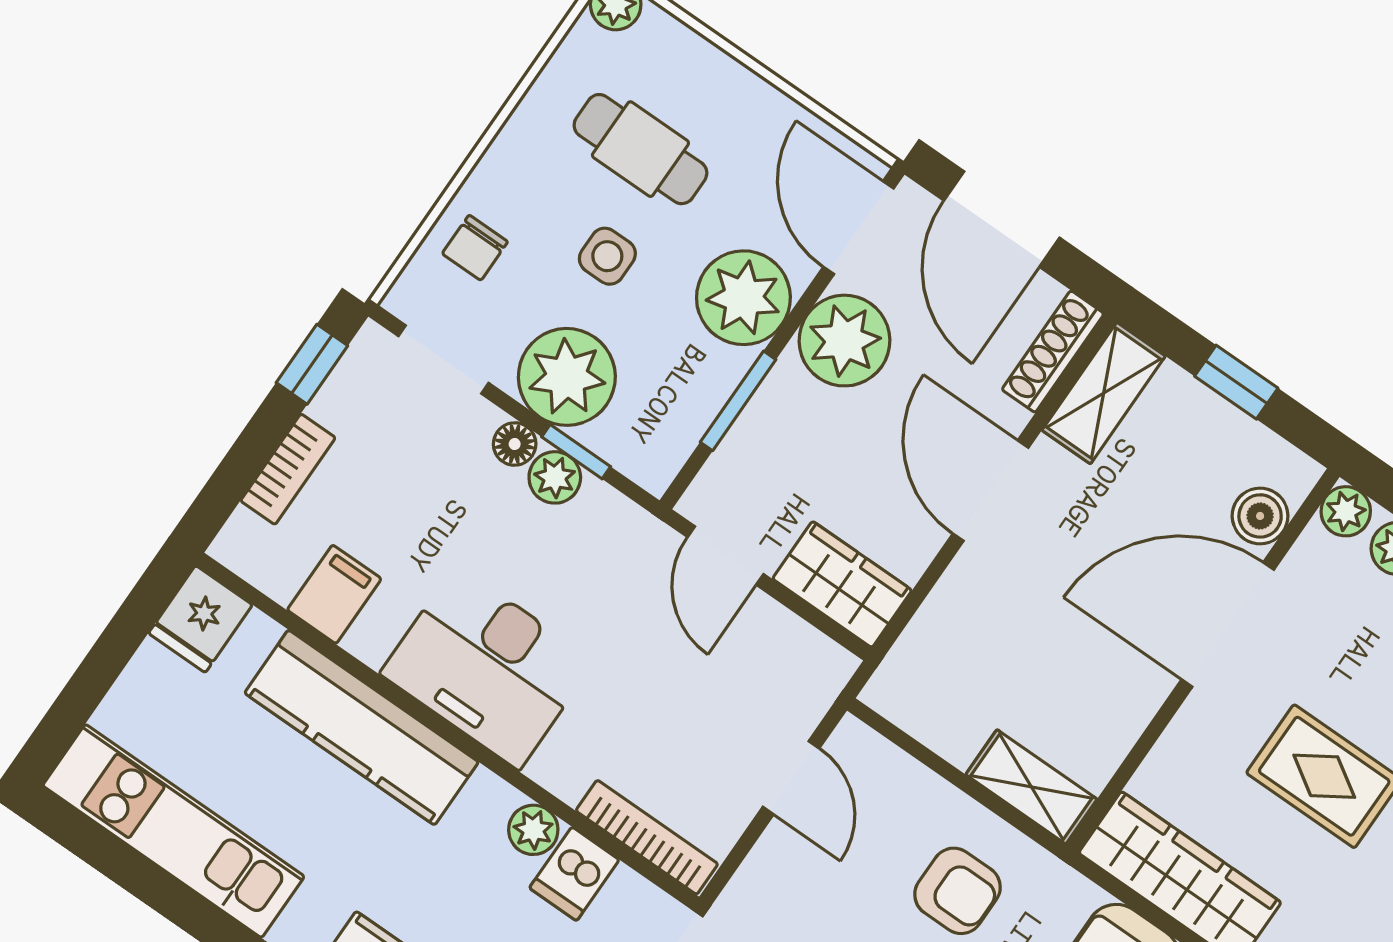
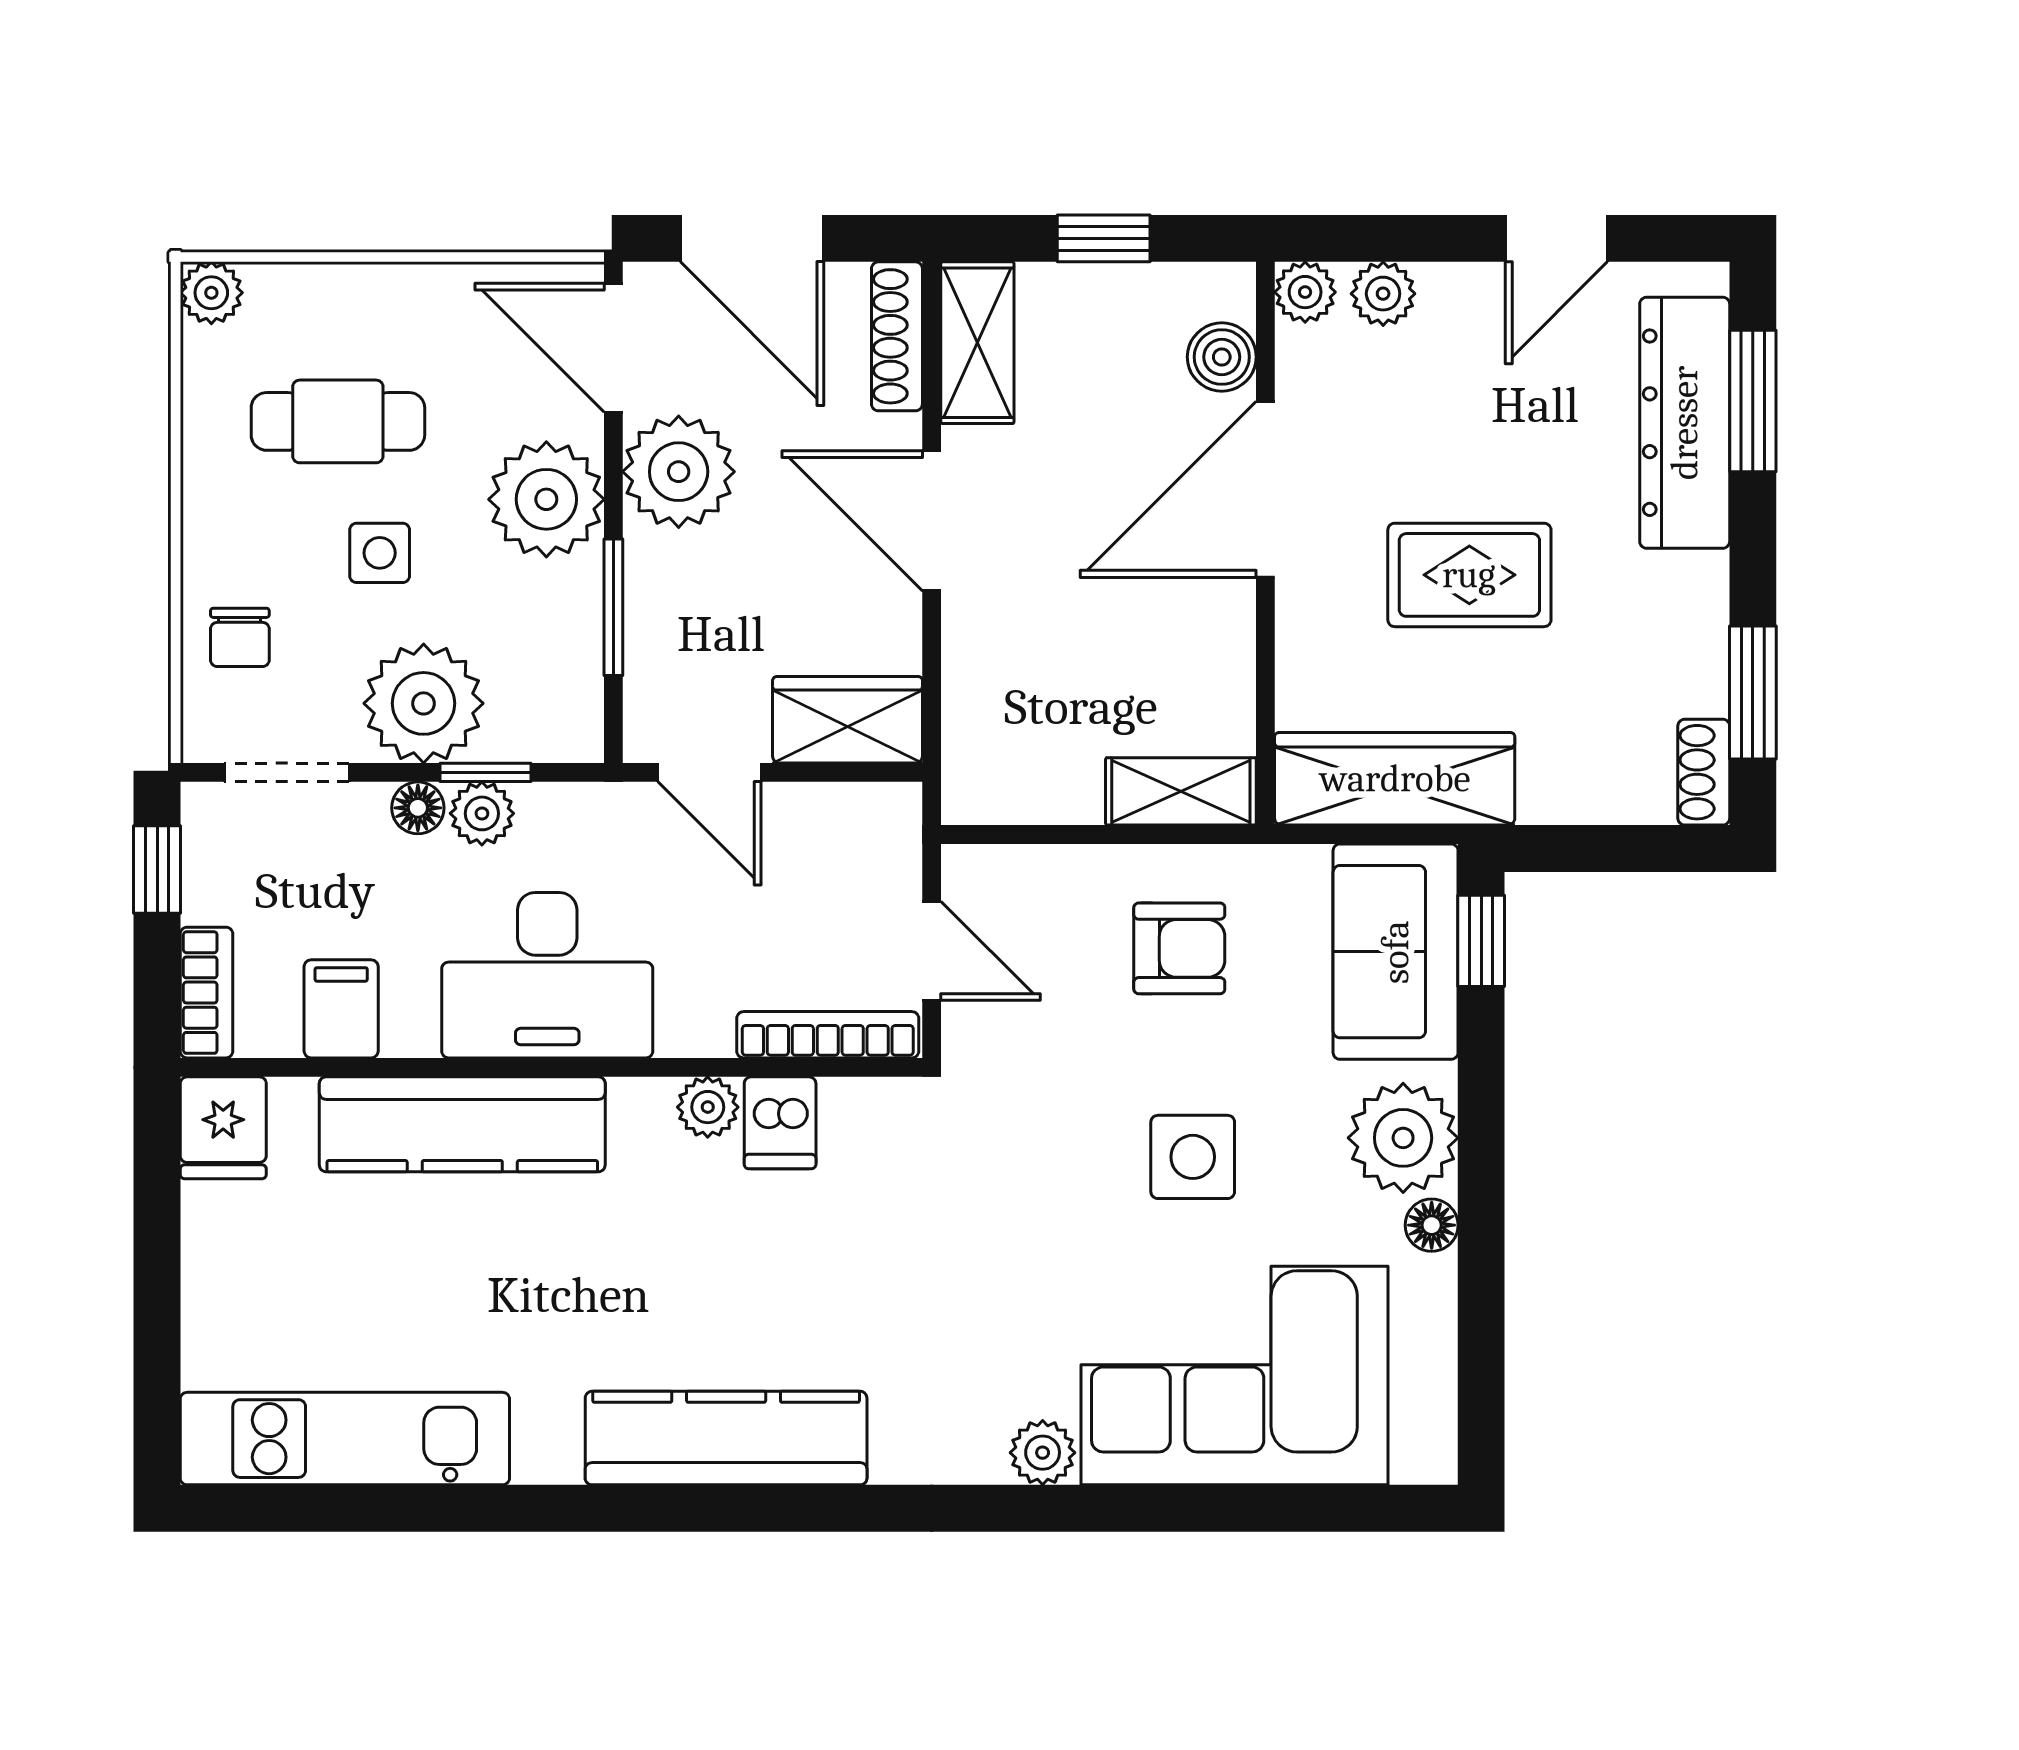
filing cabinet: (334, 594) -> (341, 1009), moved
fridge: (200, 619) -> (223, 1128), moved
desk: (487, 667) -> (547, 975), moved
kitchen counter: (362, 727) -> (462, 1124), moved
wall: (447, 731) -> (551, 1067), moved
plant: (533, 830) -> (708, 1107), moved
bookcase: (647, 837) -> (828, 1035), moved
dishwasher: (574, 874) -> (780, 1123), moved

